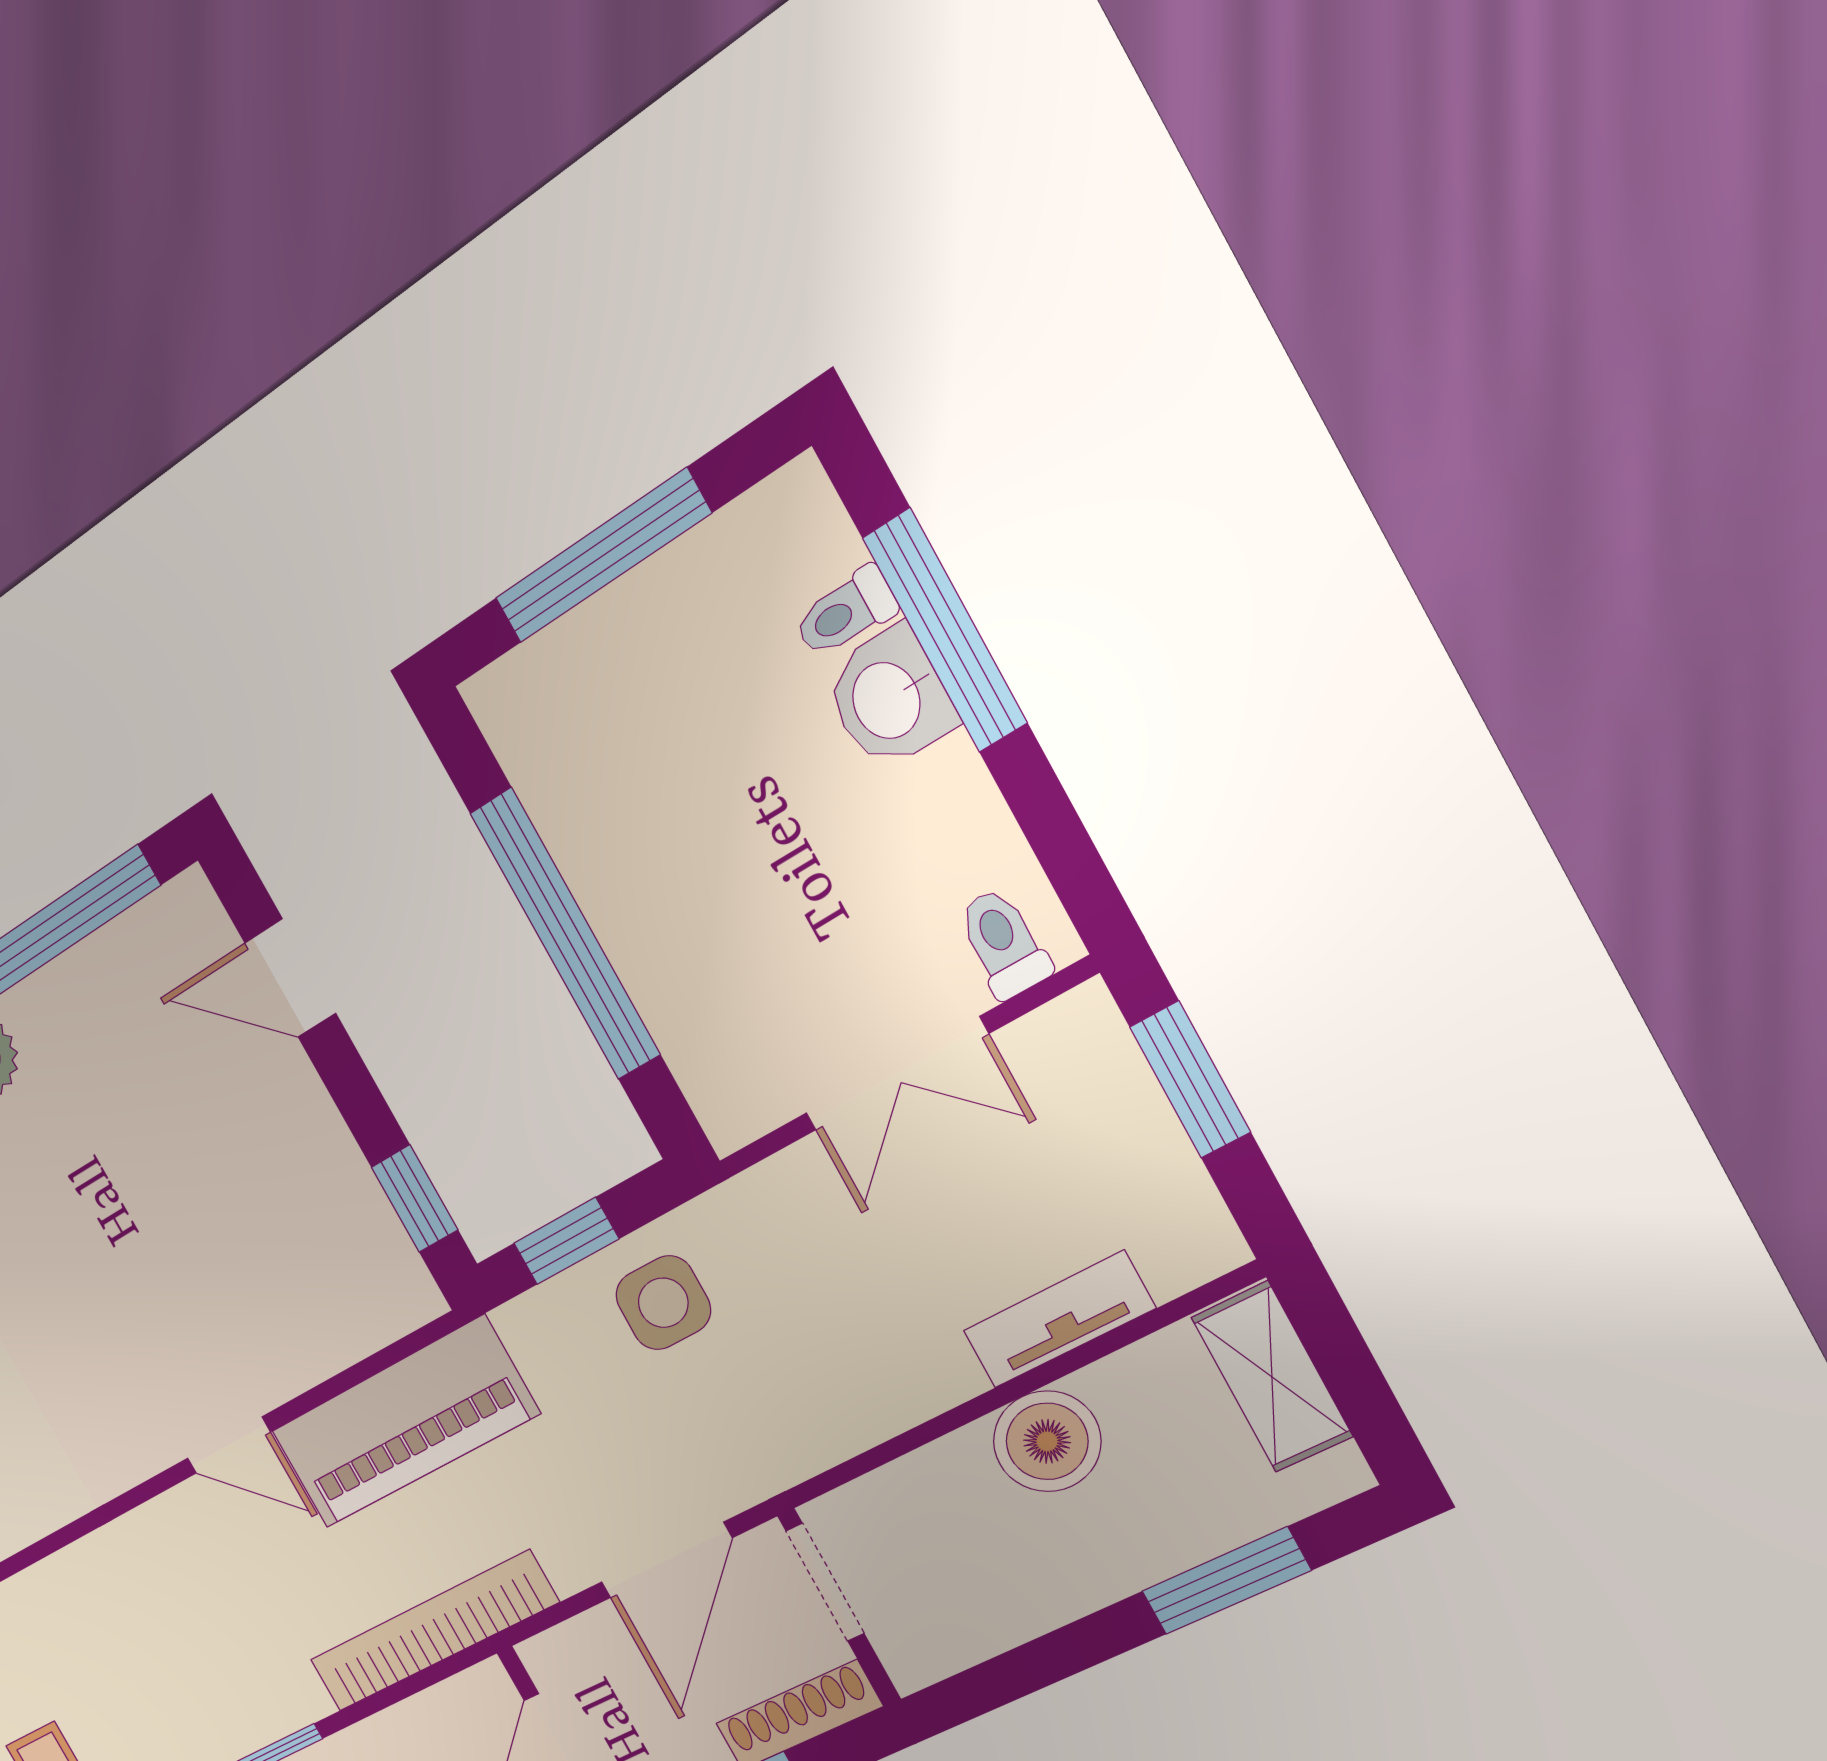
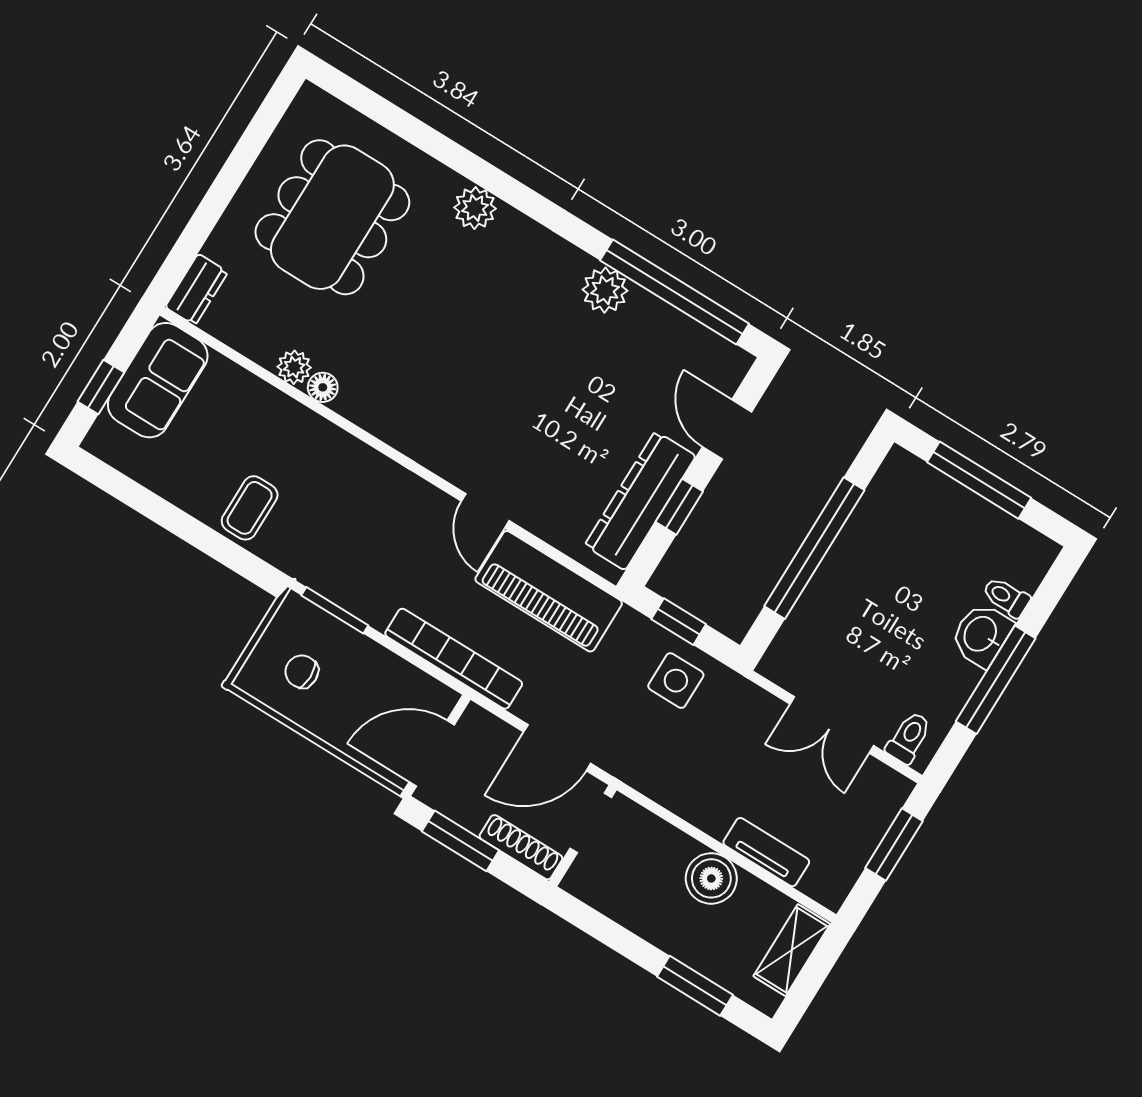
window: (945, 630) -> (996, 680), moved
dresser: (335, 1191) -> (640, 501), added
window: (415, 1198) -> (679, 507), moved

